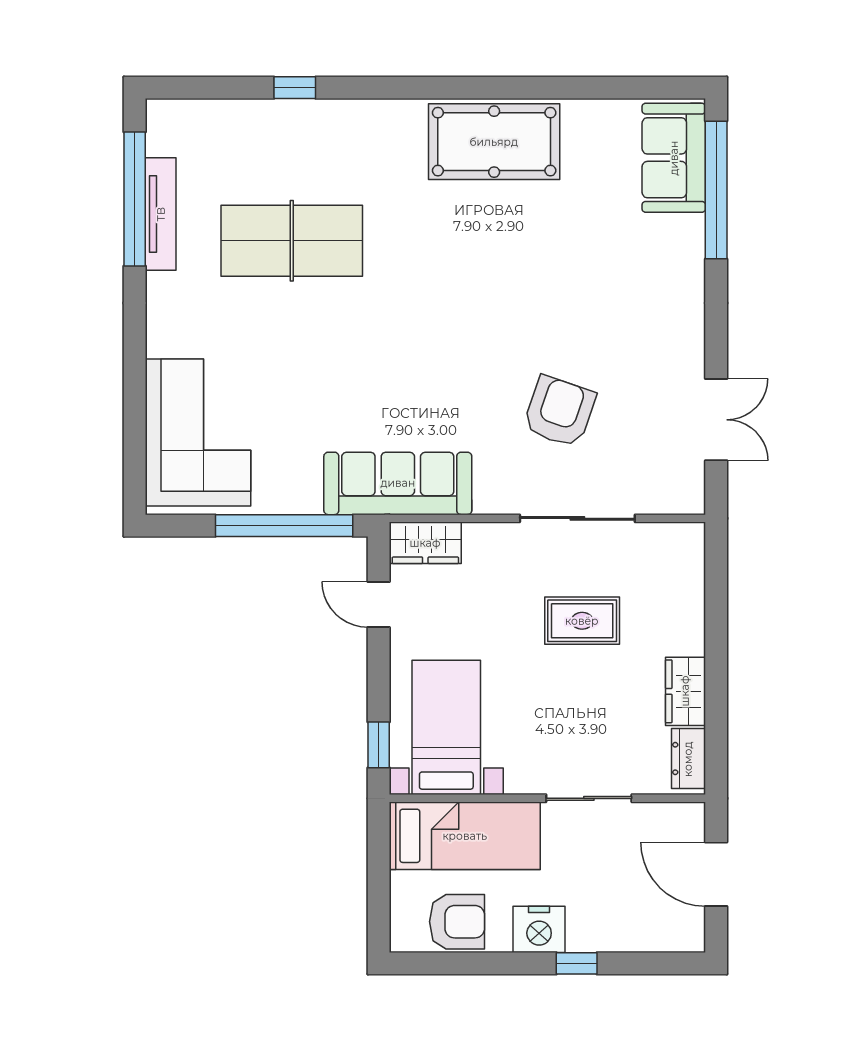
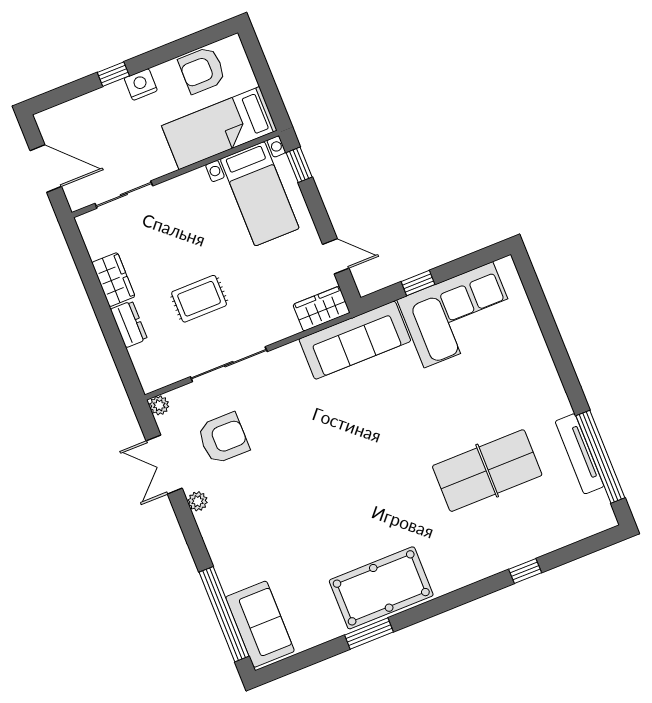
window: (534, 88) -> (369, 633), added
plant: (691, 353) -> (198, 501), added
armchair: (559, 412) -> (223, 438), moved, turned -109
corner sofa: (198, 433) -> (458, 315), moved, turned -90
plant: (691, 501) -> (159, 405), added
window: (284, 526) -> (418, 283), width x0.32
dresser: (688, 759) -> (129, 324), moved
sliding door: (589, 798) -> (124, 195), moved
nightstand: (539, 929) -> (141, 84), width x0.74, depth x0.75

